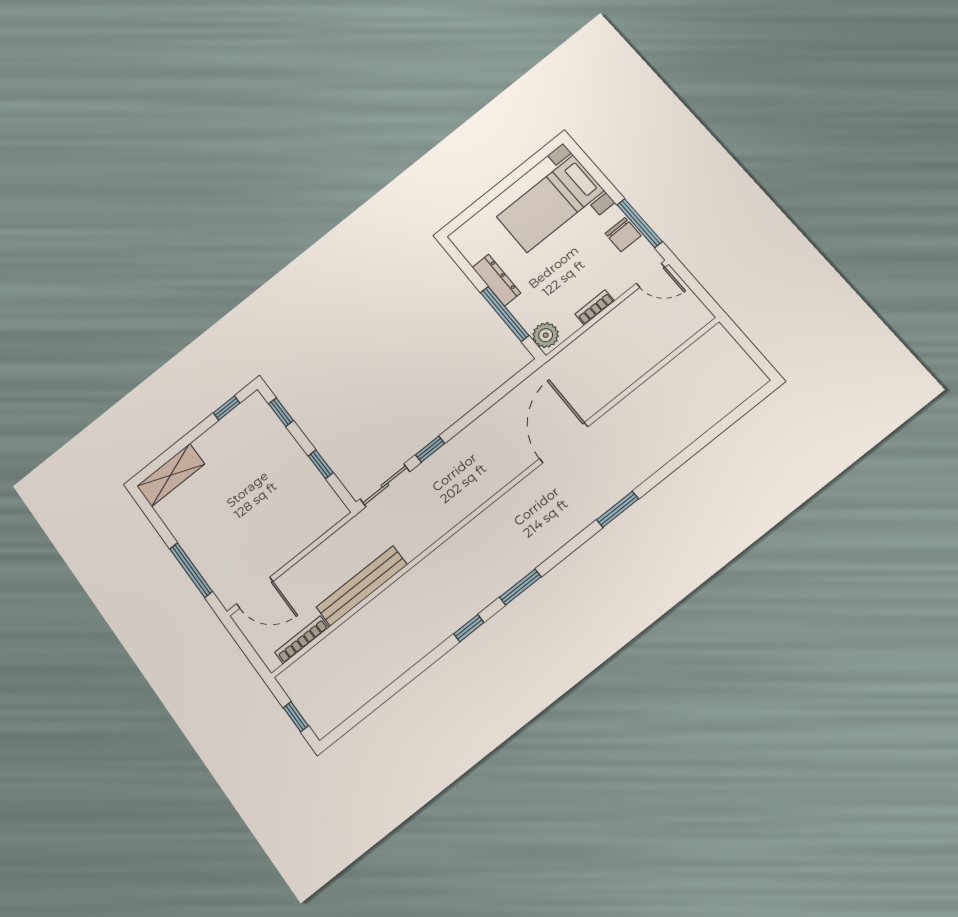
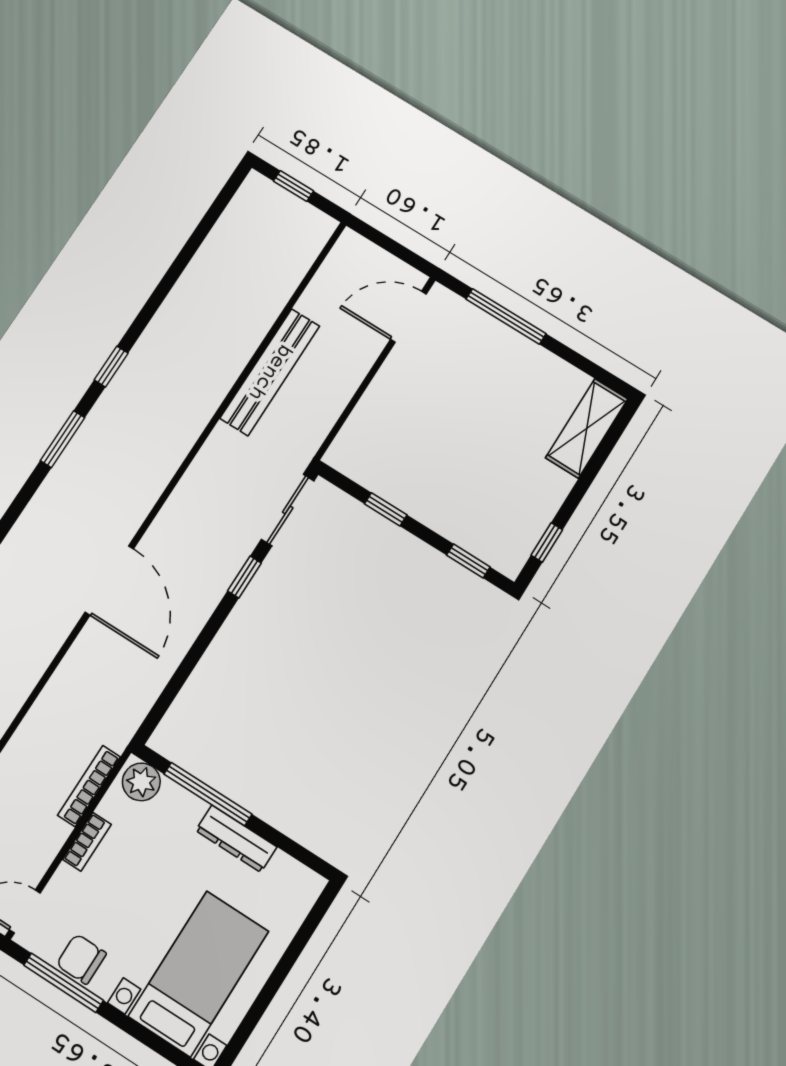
door: (564, 443) -> (109, 580), moved
bookcase: (302, 640) -> (89, 786), moved, turned 180

